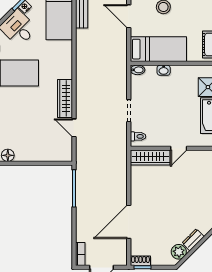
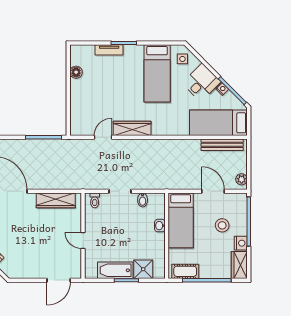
door: (129, 16) -> (213, 191), hinge flipped
bidet: (138, 70) -> (143, 200), moved
wardrobe: (150, 157) -> (56, 200), moved, turned -90

